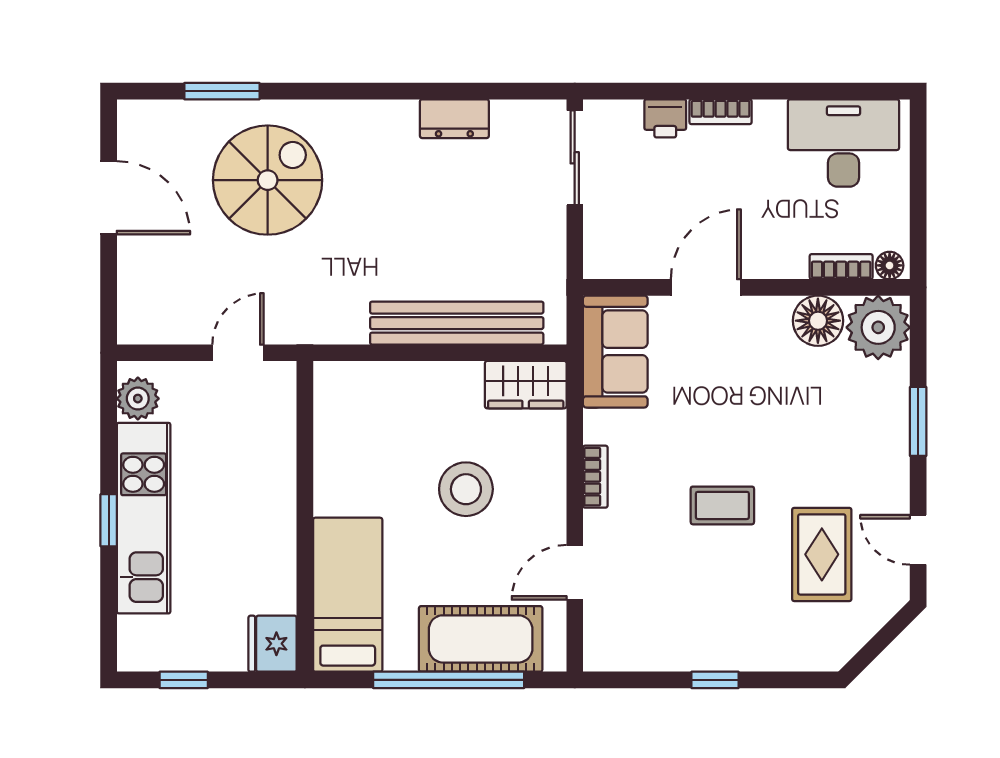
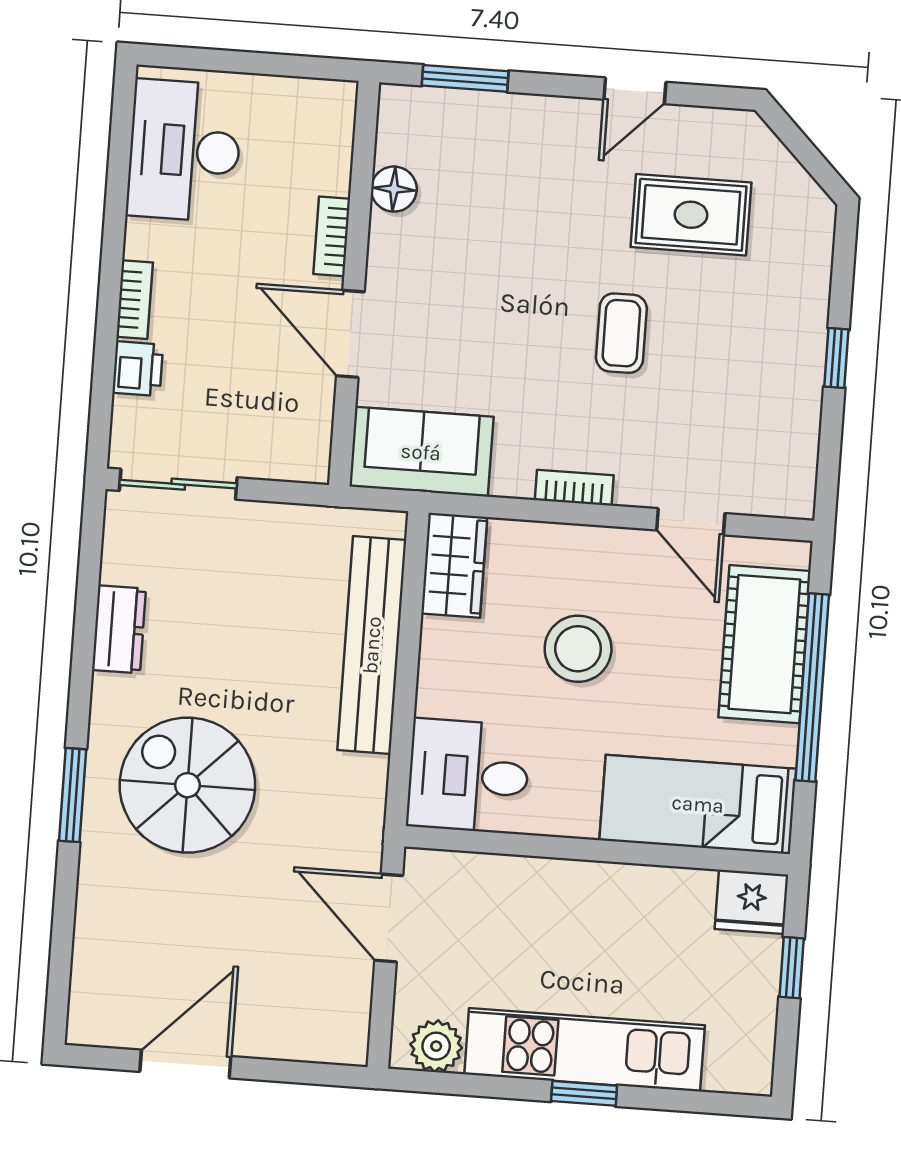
window: (222, 91) -> (73, 795), moved
spiral stairs: (268, 180) -> (187, 785), moved
floor lamp: (890, 265) -> (340, 105), removed
bookcase: (841, 267) -> (332, 236), moved
floor lamp: (818, 321) -> (394, 189), width x0.73, depth x0.73
plant: (878, 327) -> (415, 124), removed
door: (238, 353) -> (389, 918), width x1.38
desk: (357, 408) -> (468, 776), added
window: (918, 421) -> (465, 78), moved
door: (918, 540) -> (635, 91), moved
window: (184, 680) -> (792, 968), moved

